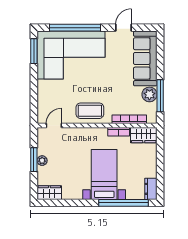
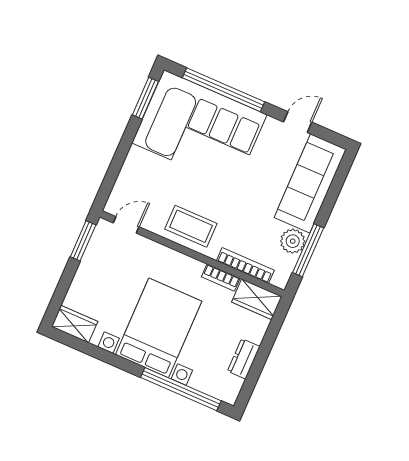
window: (34, 160) -> (83, 241), moved
plant: (42, 161) -> (85, 270), removed
bed with nightstands: (104, 174) -> (159, 328), width x1.36
dresser: (151, 189) -> (244, 359), moved

